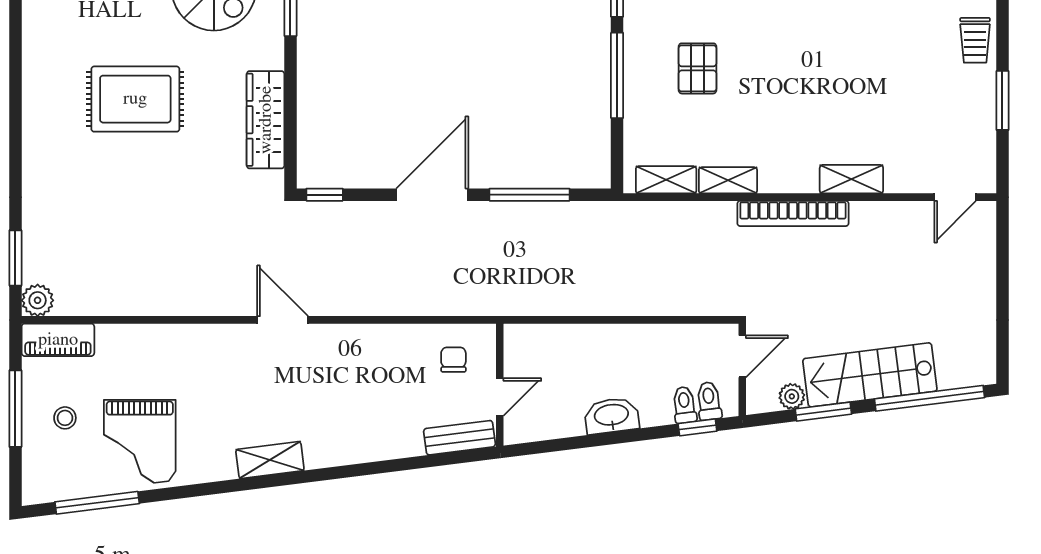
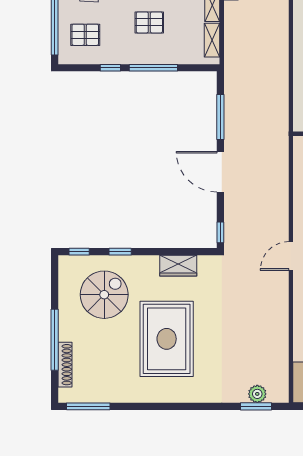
rug: (135, 99) -> (167, 339), width x1.37, depth x1.44
wardrobe: (266, 120) -> (178, 266), width x0.67
plant: (38, 300) -> (257, 394), moved

